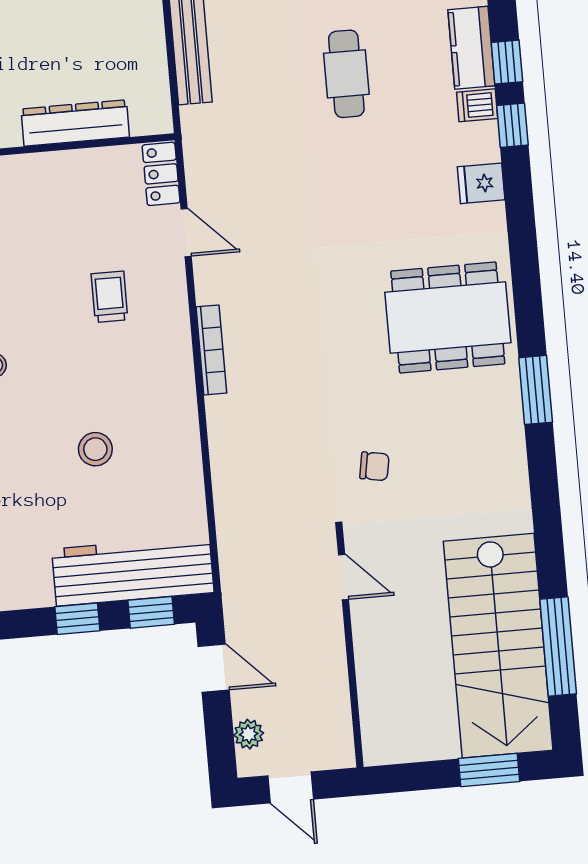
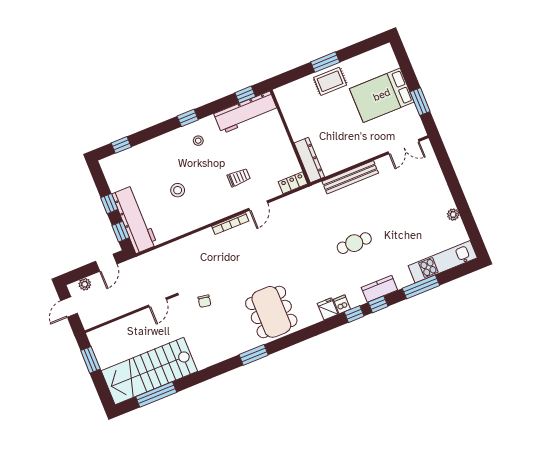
dishwasher: (477, 105) -> (342, 304), moved
dresser: (75, 123) -> (309, 160), moved
door: (186, 233) -> (258, 206), moved
window: (489, 770) -> (90, 360), moved

